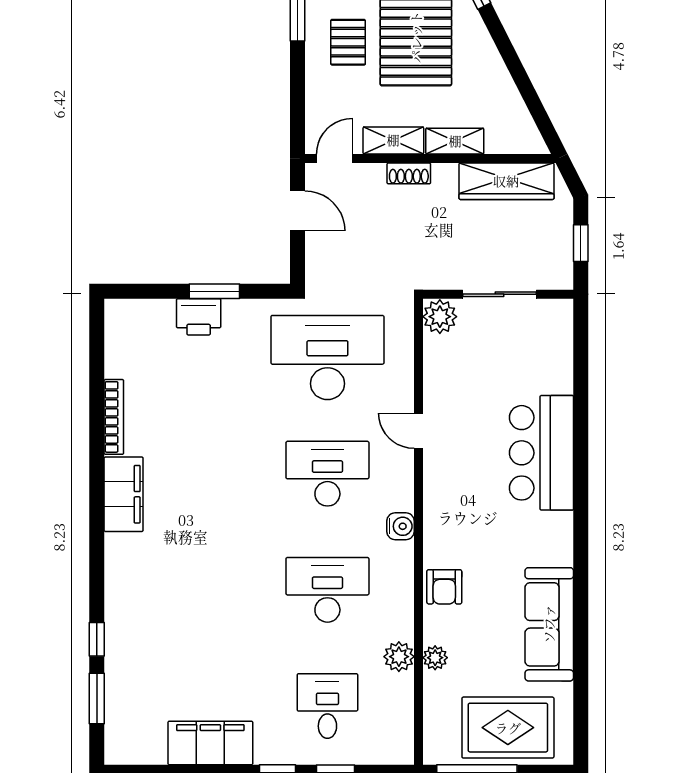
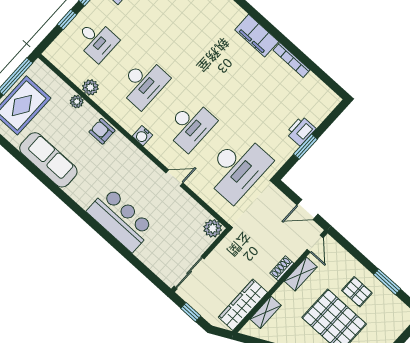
shelving: (455, 141) -> (266, 312), moved
sliding door: (500, 294) -> (189, 273), moved

